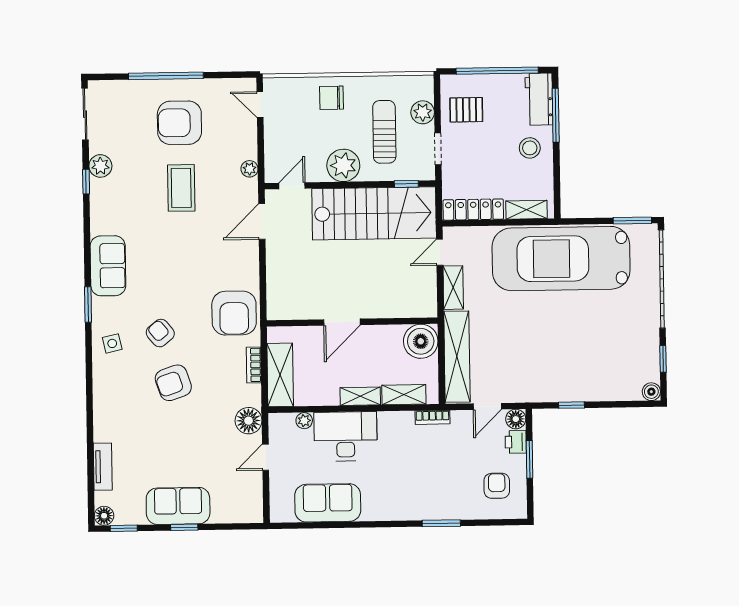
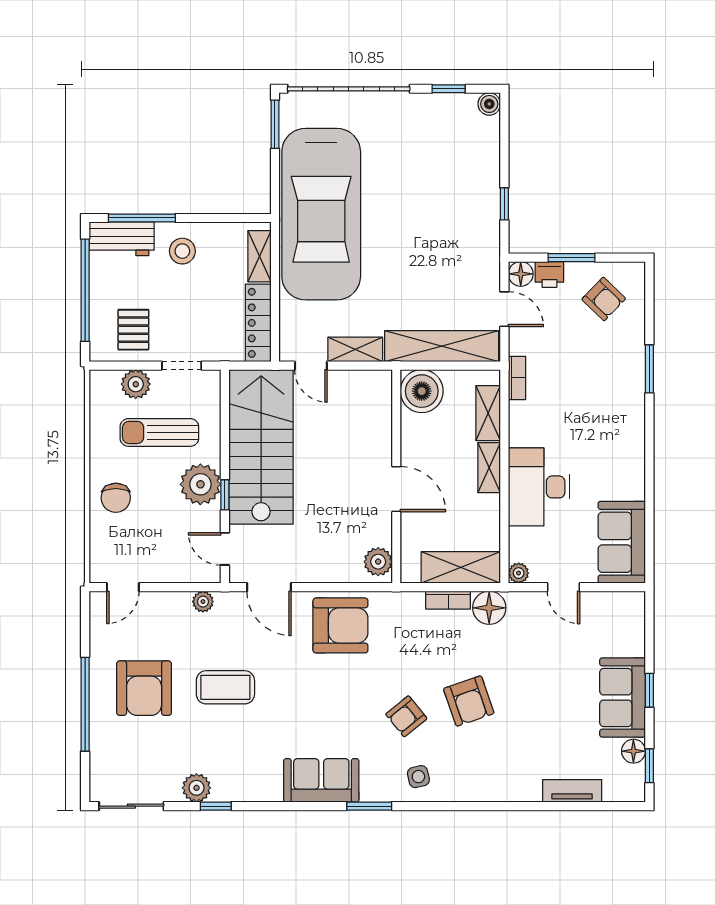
window: (406, 184) -> (225, 495), moved
plant: (284, 309) -> (378, 562), added
armchair: (234, 313) -> (340, 625), moved
floor lamp: (249, 421) -> (489, 608), moved
plant: (304, 421) -> (519, 573), moved
armchair: (497, 486) -> (604, 299), turned -136
sofa: (328, 503) -> (622, 542), moved
floor lamp: (104, 516) -> (633, 751), moved

